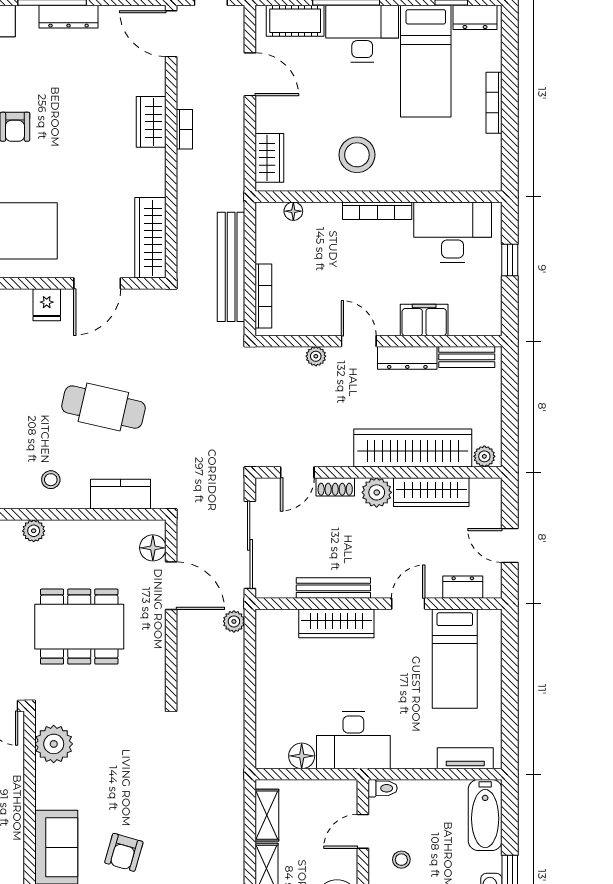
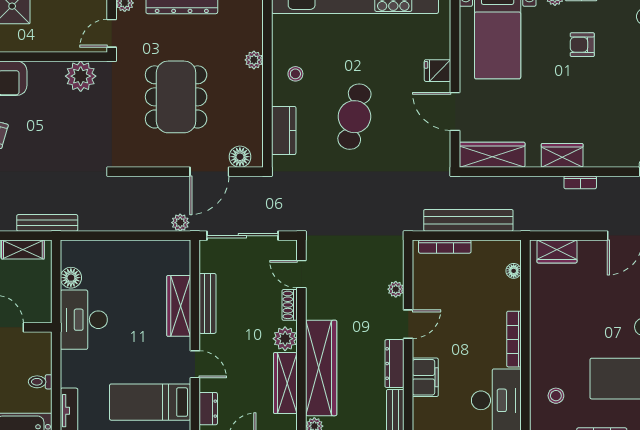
wardrobe: (151, 122) -> (562, 155), moved
stool: (357, 155) -> (556, 396), moved, width x0.53, depth x0.53
bench: (234, 785) -> (47, 223), added
toilet: (383, 788) -> (40, 382), moved, turned 90

